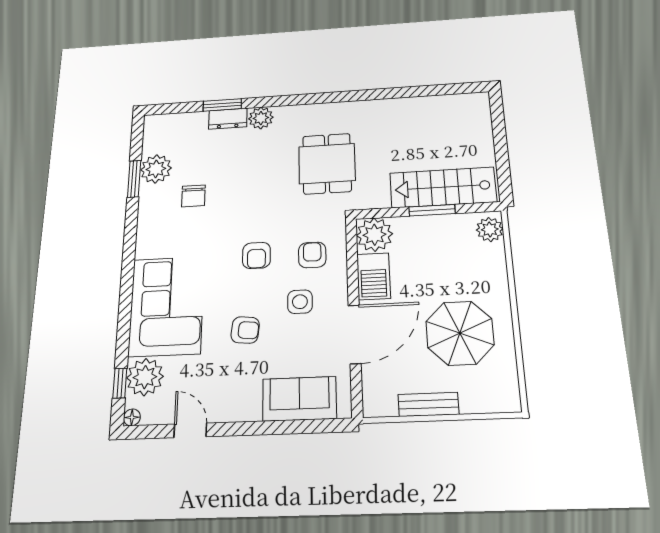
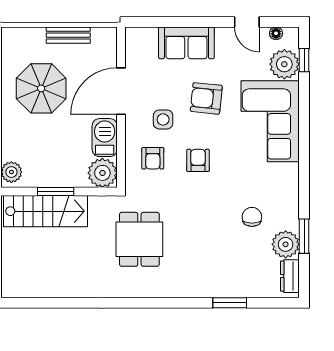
plant: (261, 118) -> (196, 287), removed
dresser: (228, 119) -> (290, 276), moved, turned -90
armchair: (245, 330) -> (206, 98), width x1.38, depth x1.38
sofa: (299, 399) -> (186, 43), moved
floor lamp: (132, 417) -> (276, 33), moved

